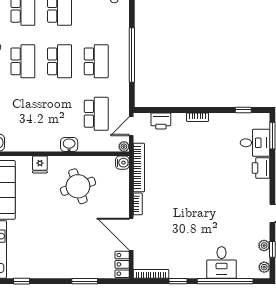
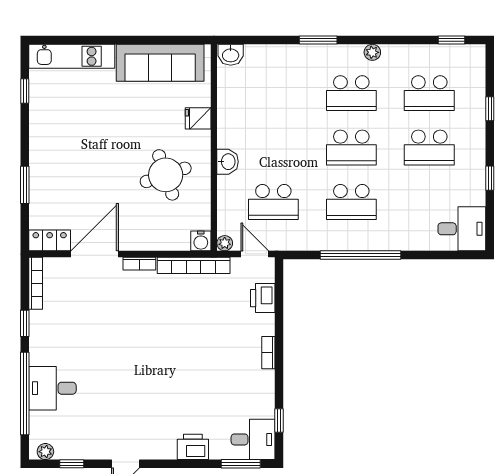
desk: (255, 143) -> (253, 439), moved, turned -90
plant: (264, 245) -> (78, 451), removed

